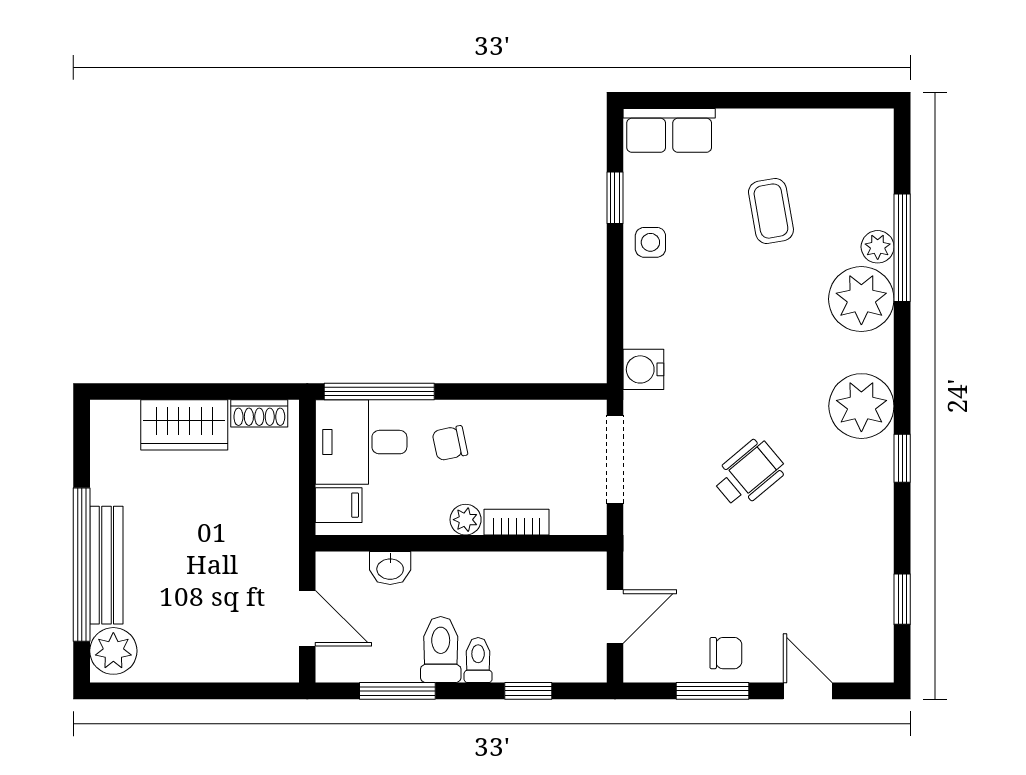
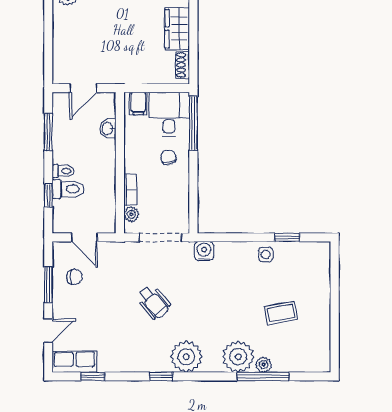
row of seats: (669, 130) -> (74, 362), moved, turned 90
plant: (466, 520) -> (131, 214), moved
toilet: (441, 650) -> (68, 189), moved
chair: (726, 653) -> (74, 277), moved, turned -90

